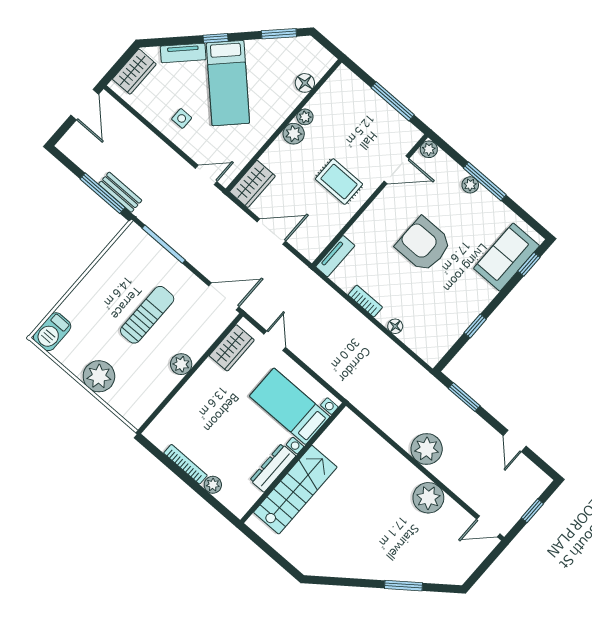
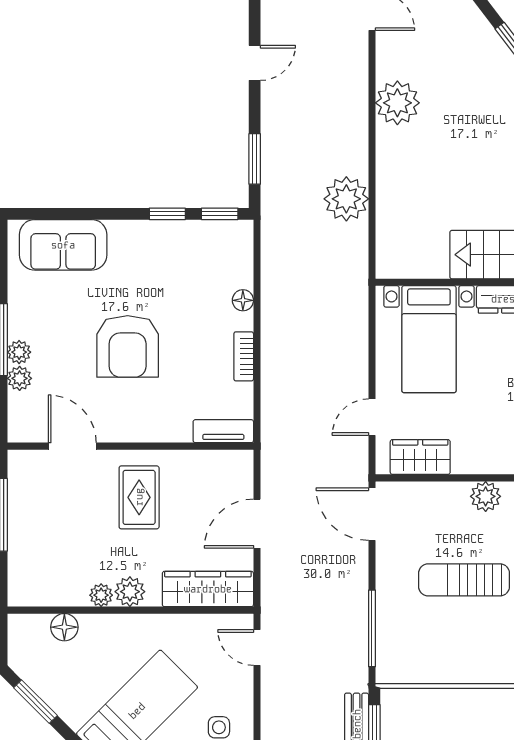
plant: (429, 149) -> (20, 378), moved
wardrobe: (252, 184) -> (208, 589), width x1.50
door: (271, 232) -> (257, 524), hinge flipped
window: (529, 264) -> (220, 214), moved
plant: (427, 449) -> (346, 199), moved

